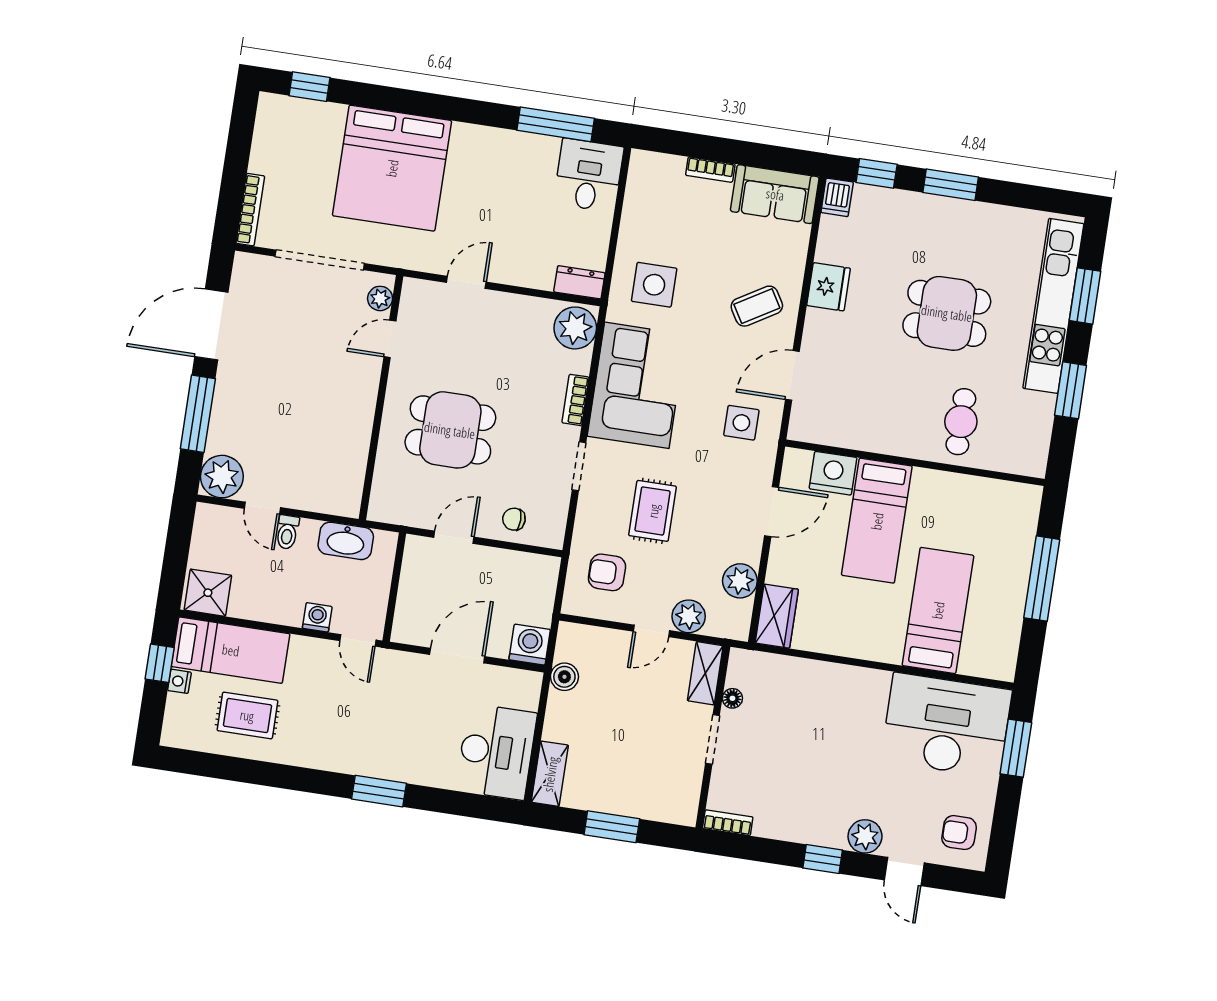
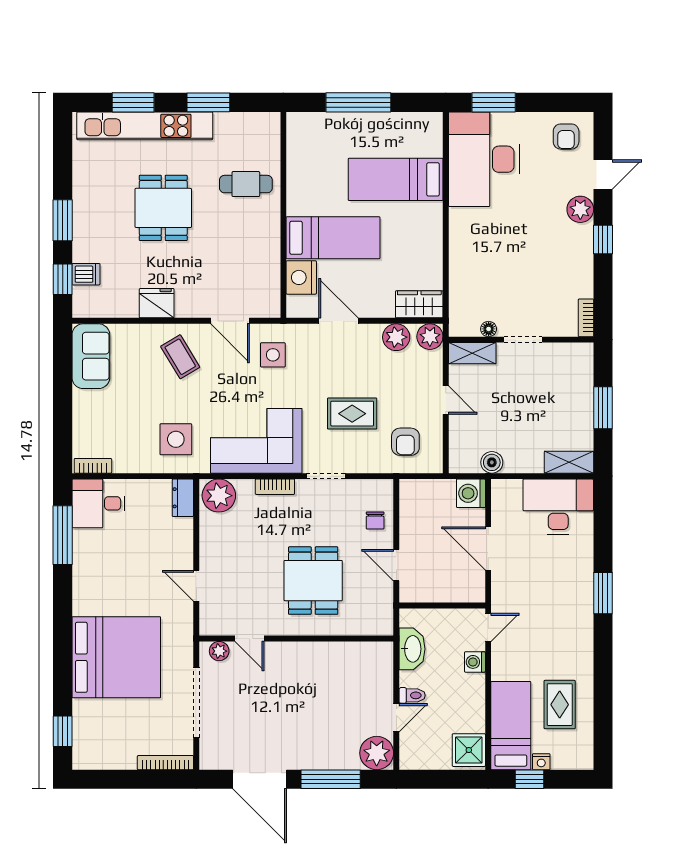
bookcase: (710, 170) -> (93, 466), moved, turned -90
dishwasher: (837, 197) -> (86, 274), moved
plant: (689, 616) -> (430, 337), moved

